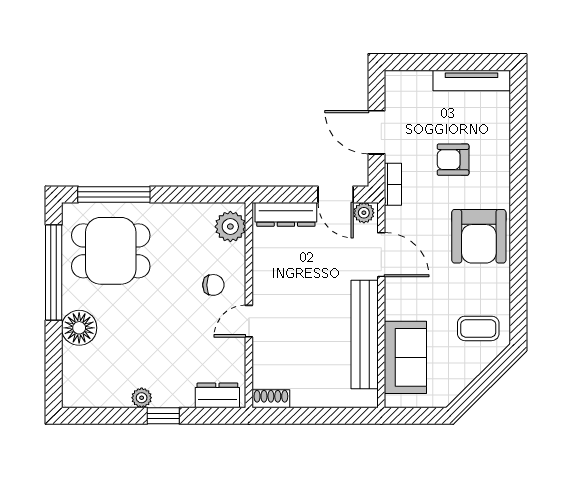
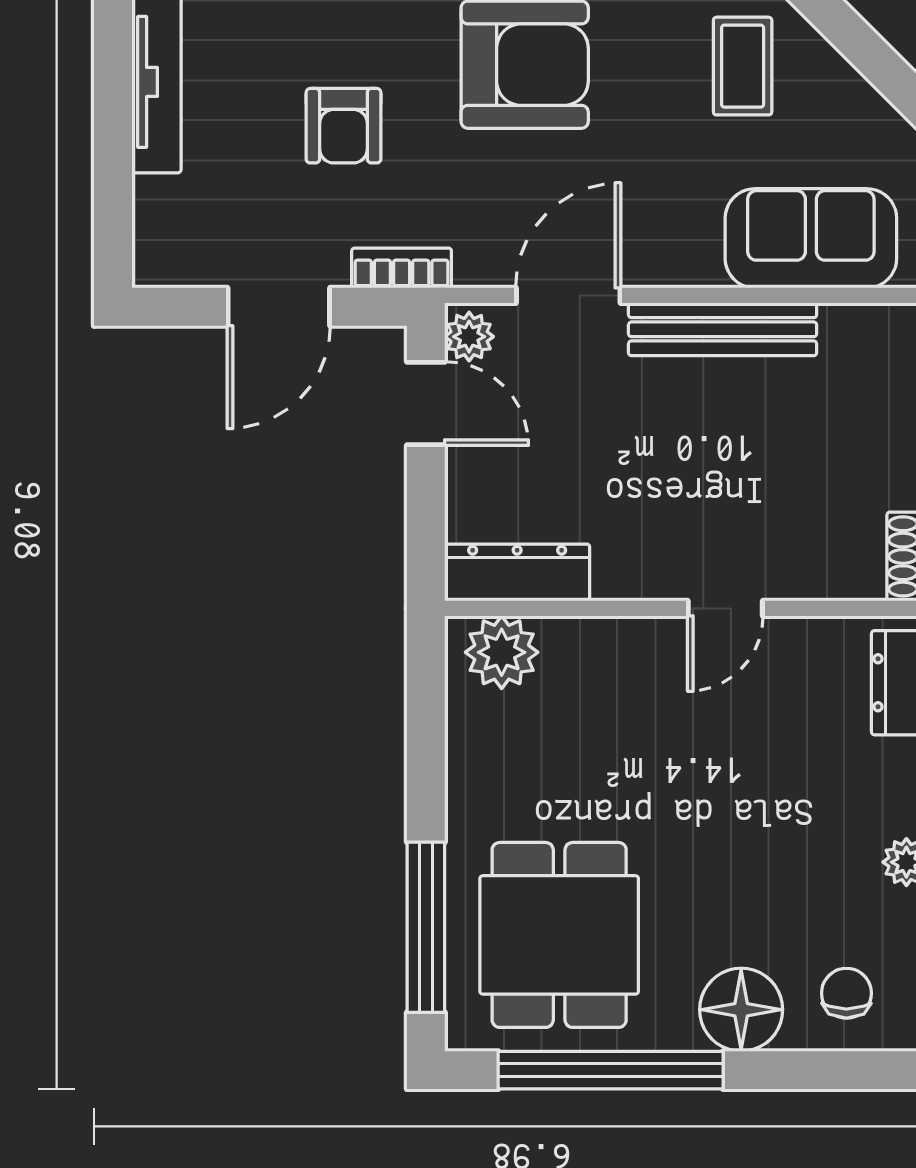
door: (336, 194) -> (426, 404), hinge flipped
dresser: (286, 214) -> (517, 572), moved, turned -90
chair: (213, 285) -> (846, 993), moved
door: (249, 321) -> (725, 608), hinge flipped
bench: (365, 335) -> (723, 329), width x0.73, depth x0.82

